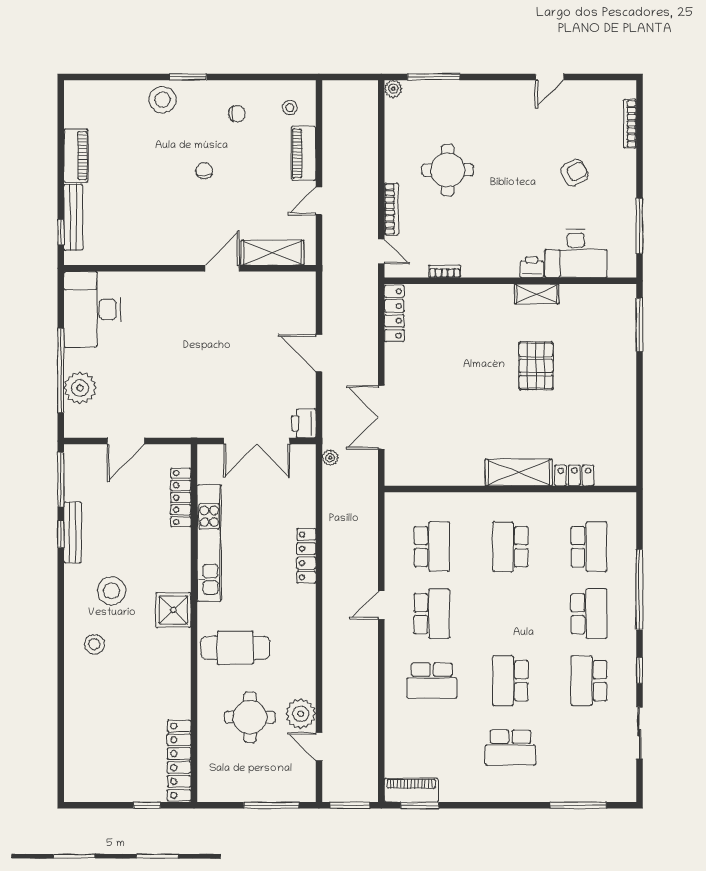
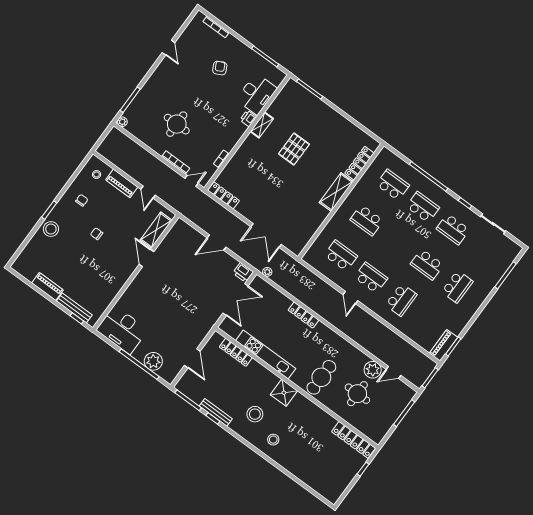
pallet: (536, 366) -> (294, 149), turned 90
locker: (574, 475) -> (359, 163), width x1.53

